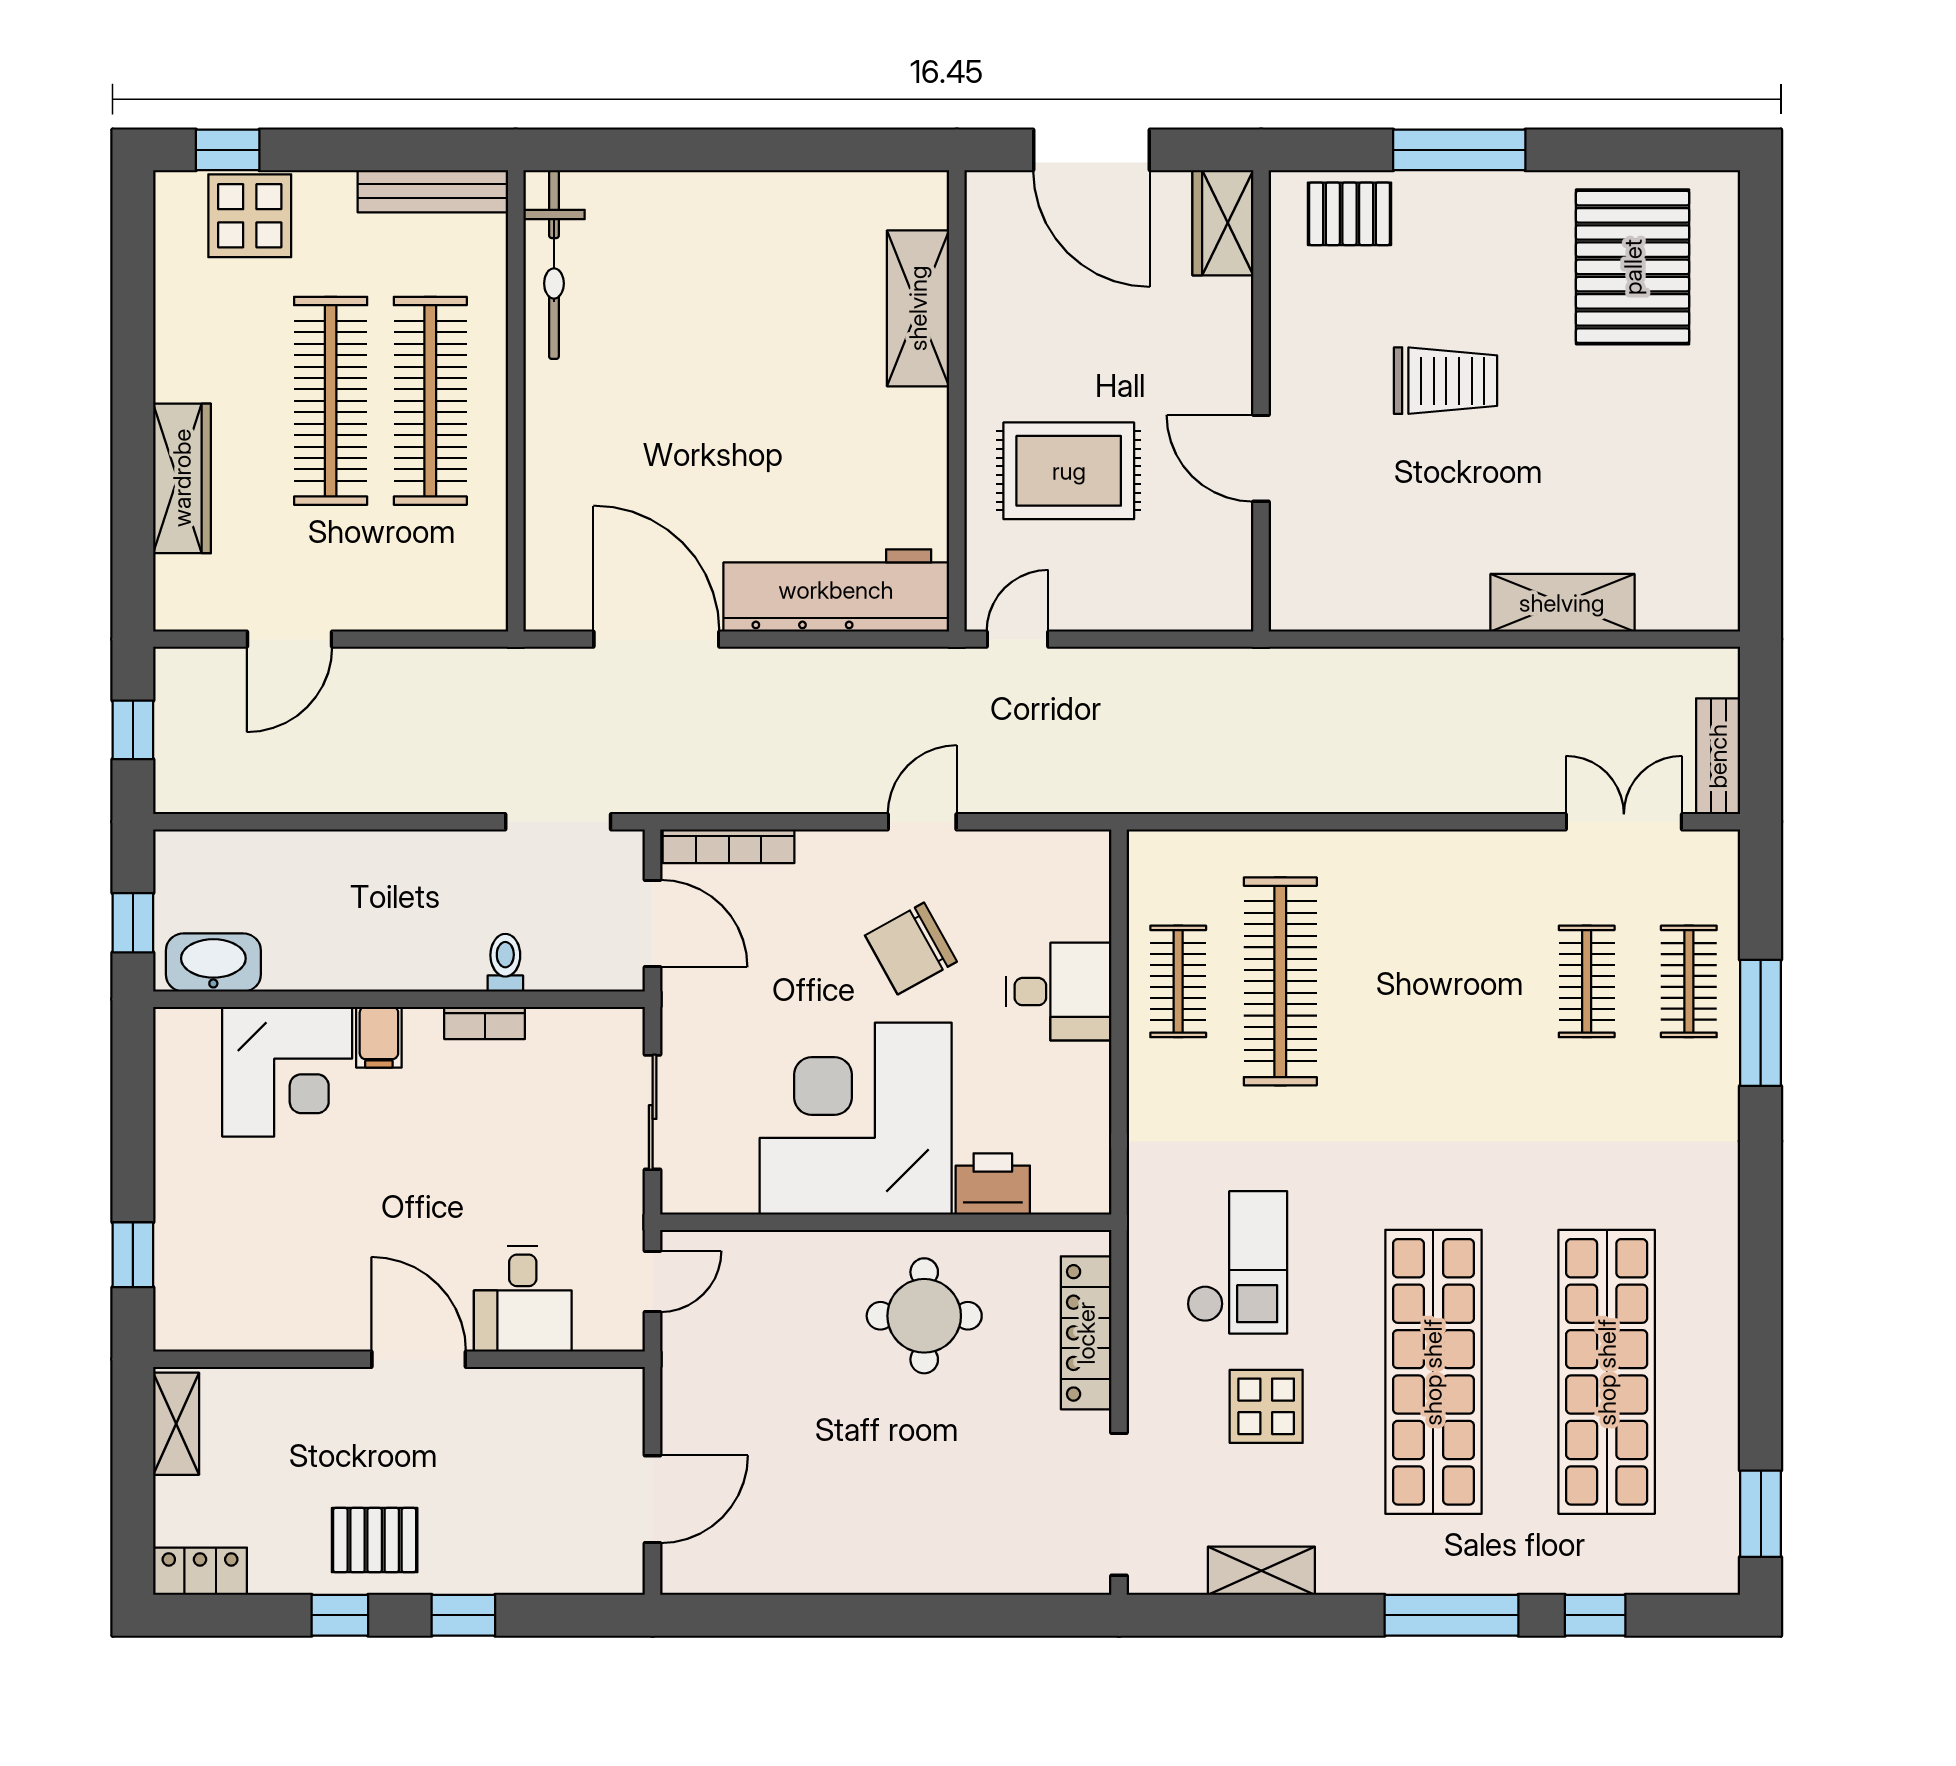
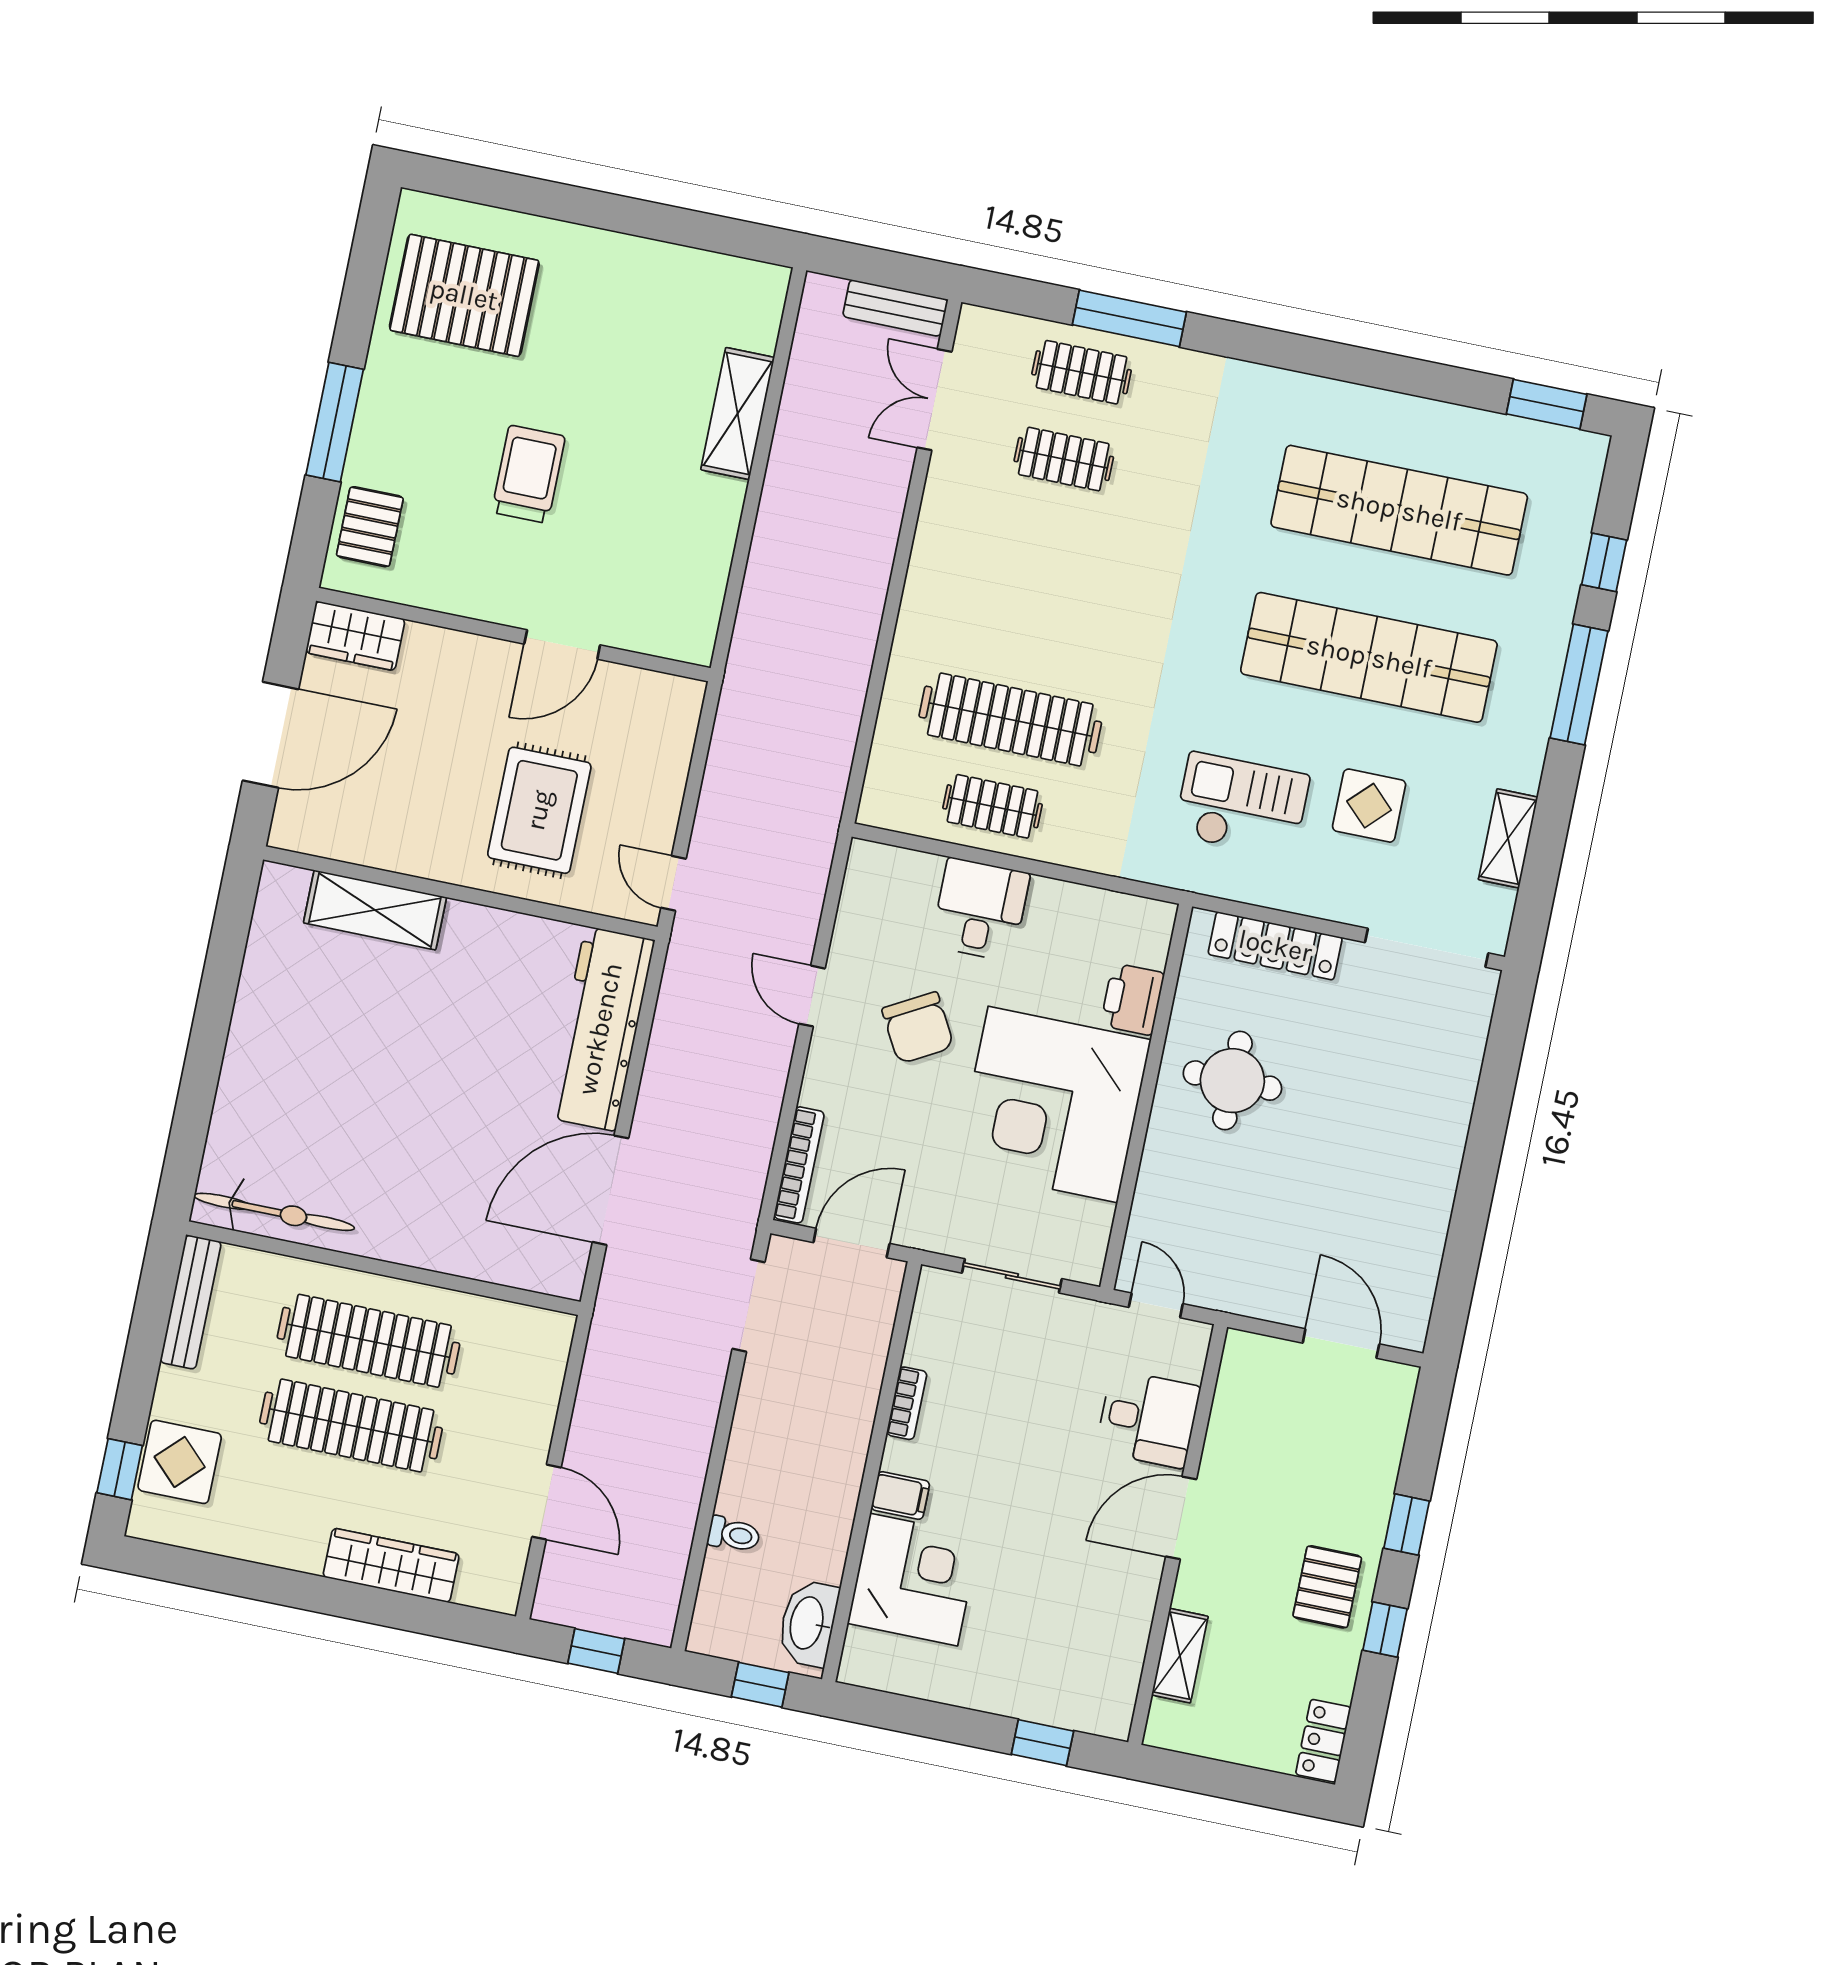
toilet: (505, 963) -> (734, 1534), moved, turned 180
shelving: (176, 1424) -> (1180, 1656), moved, turned 90

